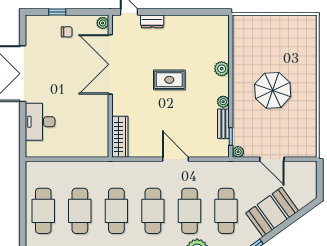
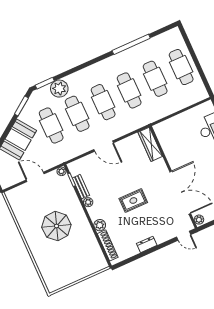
dresser: (152, 21) -> (147, 244), moved
shoe rack: (223, 41) -> (108, 245), added

